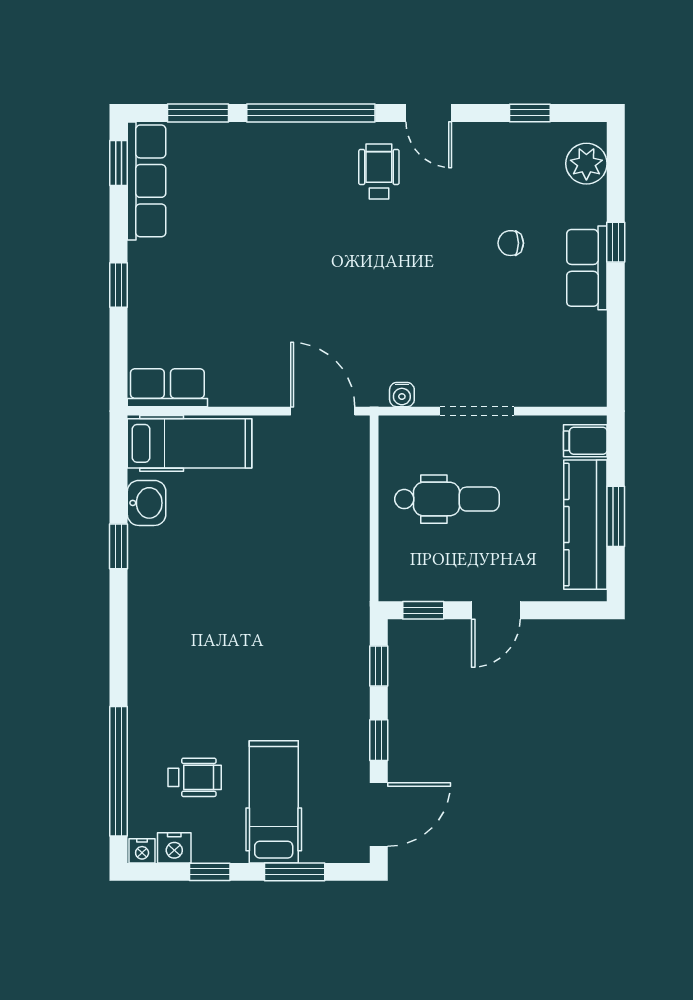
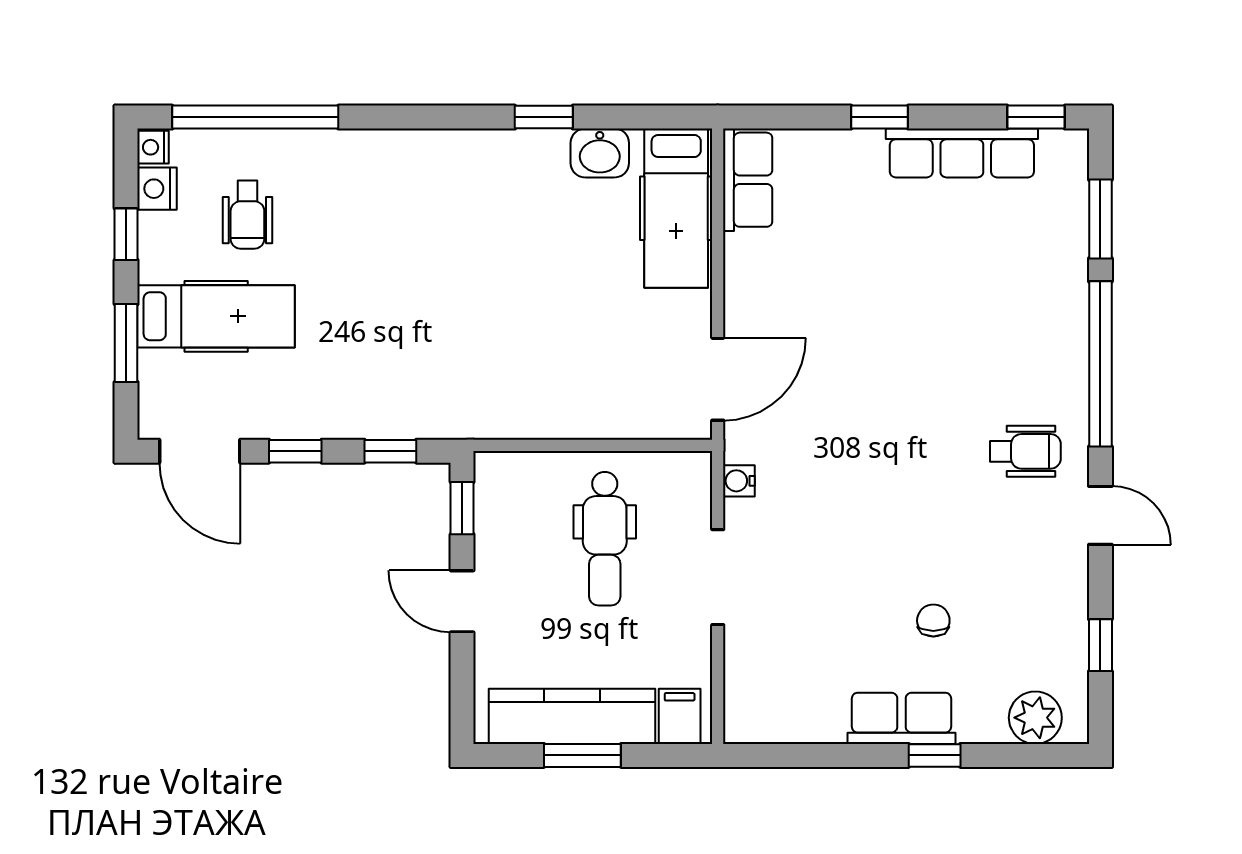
door: (429, 113) -> (1100, 515), swing flipped
row of seats: (147, 181) -> (962, 153), moved

